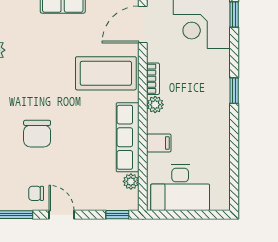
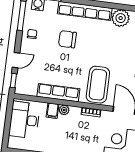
plant: (155, 105) -> (64, 110), moved
plant: (131, 181) -> (32, 91), removed
door: (61, 215) -> (16, 60), moved

